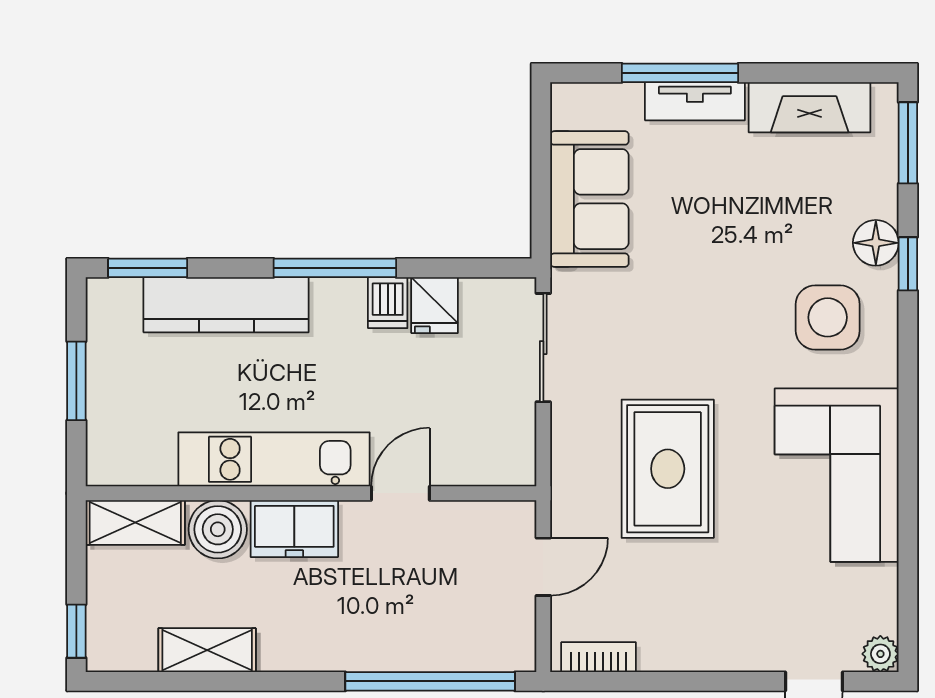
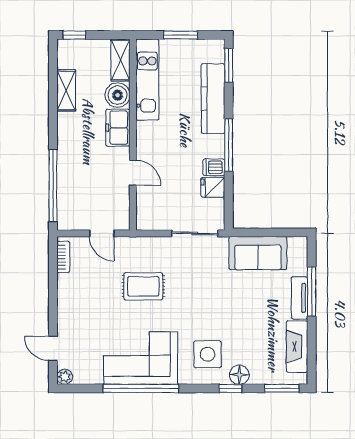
kitchen unit: (274, 459) -> (147, 80), moved
rug: (668, 469) -> (143, 286), width x0.73, depth x0.70
window: (908, 475) -> (141, 388), added

